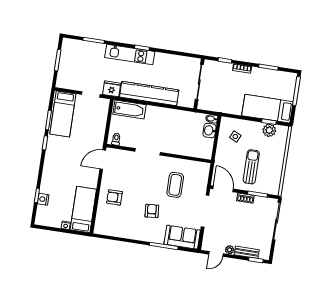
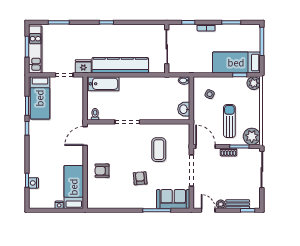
kitchen unit: (130, 55) -> (35, 50), moved, turned -90
washbasin: (210, 130) -> (184, 109), moved
plant: (269, 130) -> (254, 83), moved
plant: (271, 186) -> (252, 136), added
door: (216, 254) -> (208, 210), swing flipped

